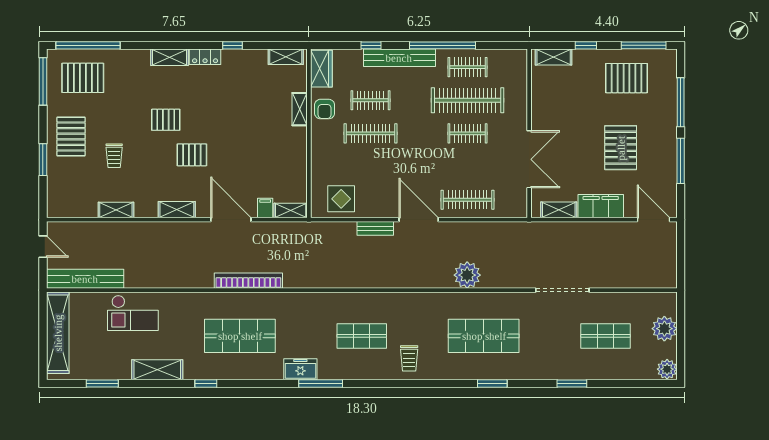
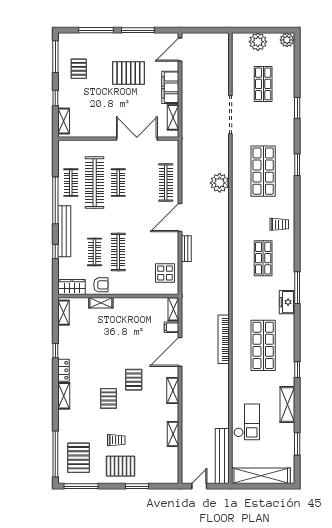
pallet: (627, 78) -> (79, 69), width x0.67, depth x0.71
trolley: (114, 156) -> (116, 440), moved

